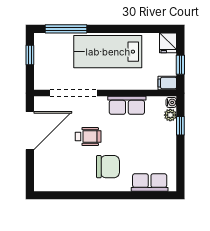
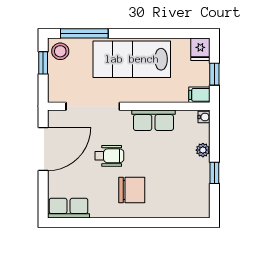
stool: (45, 45) -> (60, 51), added
plant: (170, 115) -> (203, 150), moved
window: (180, 126) -> (214, 173), moved
row of seats: (150, 182) -> (69, 208), moved

